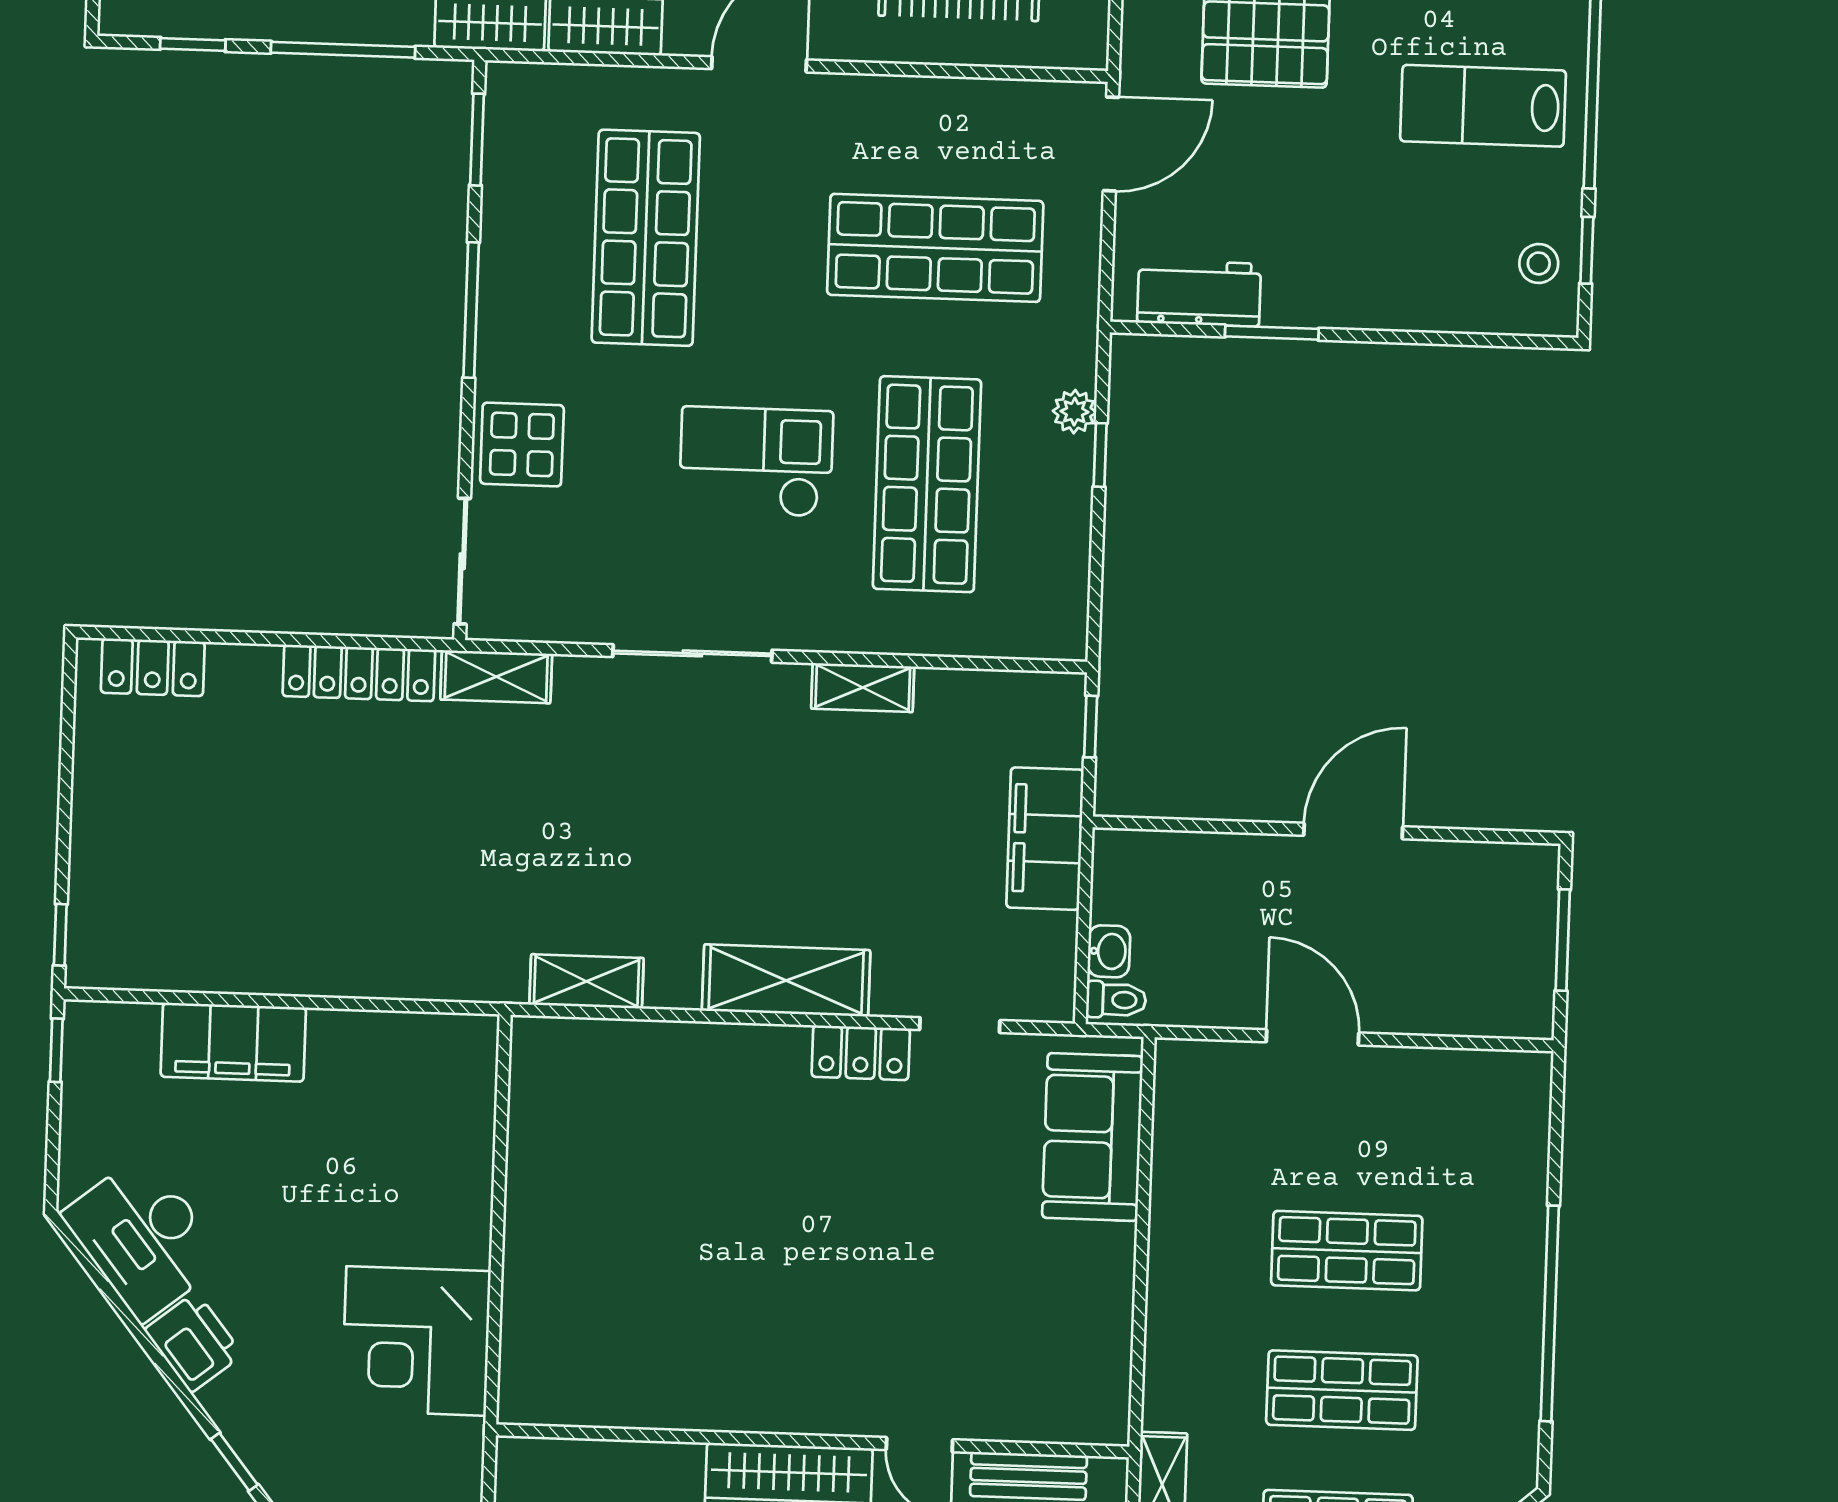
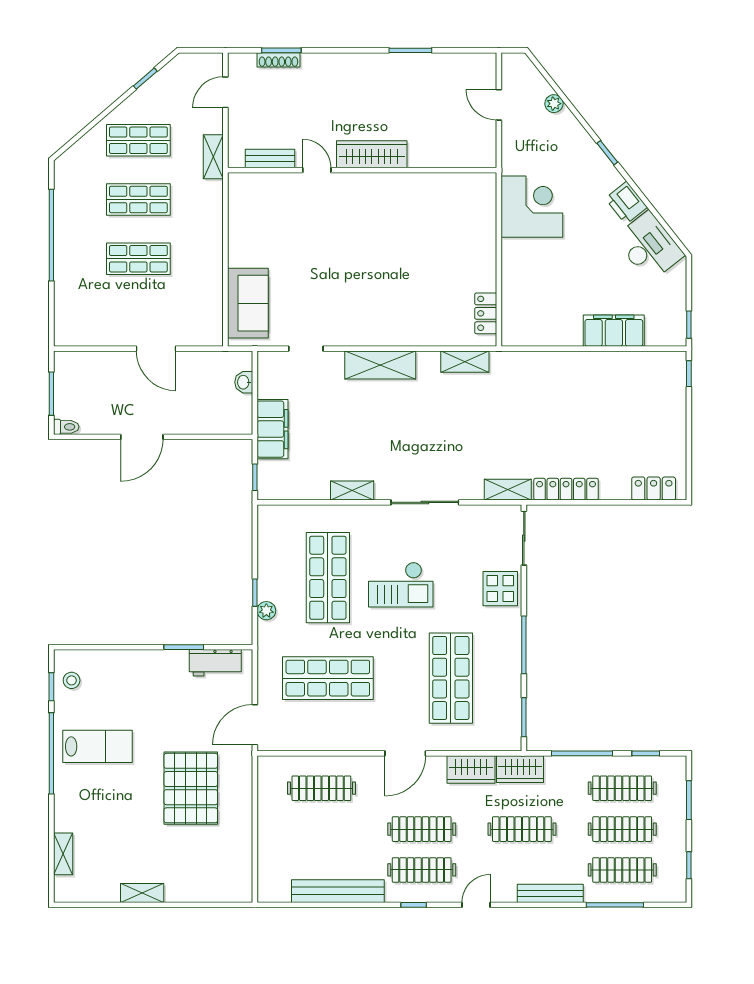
toilet: (1116, 1000) -> (66, 427), moved, turned 180
locker: (861, 1053) -> (486, 313), moved, turned -90

